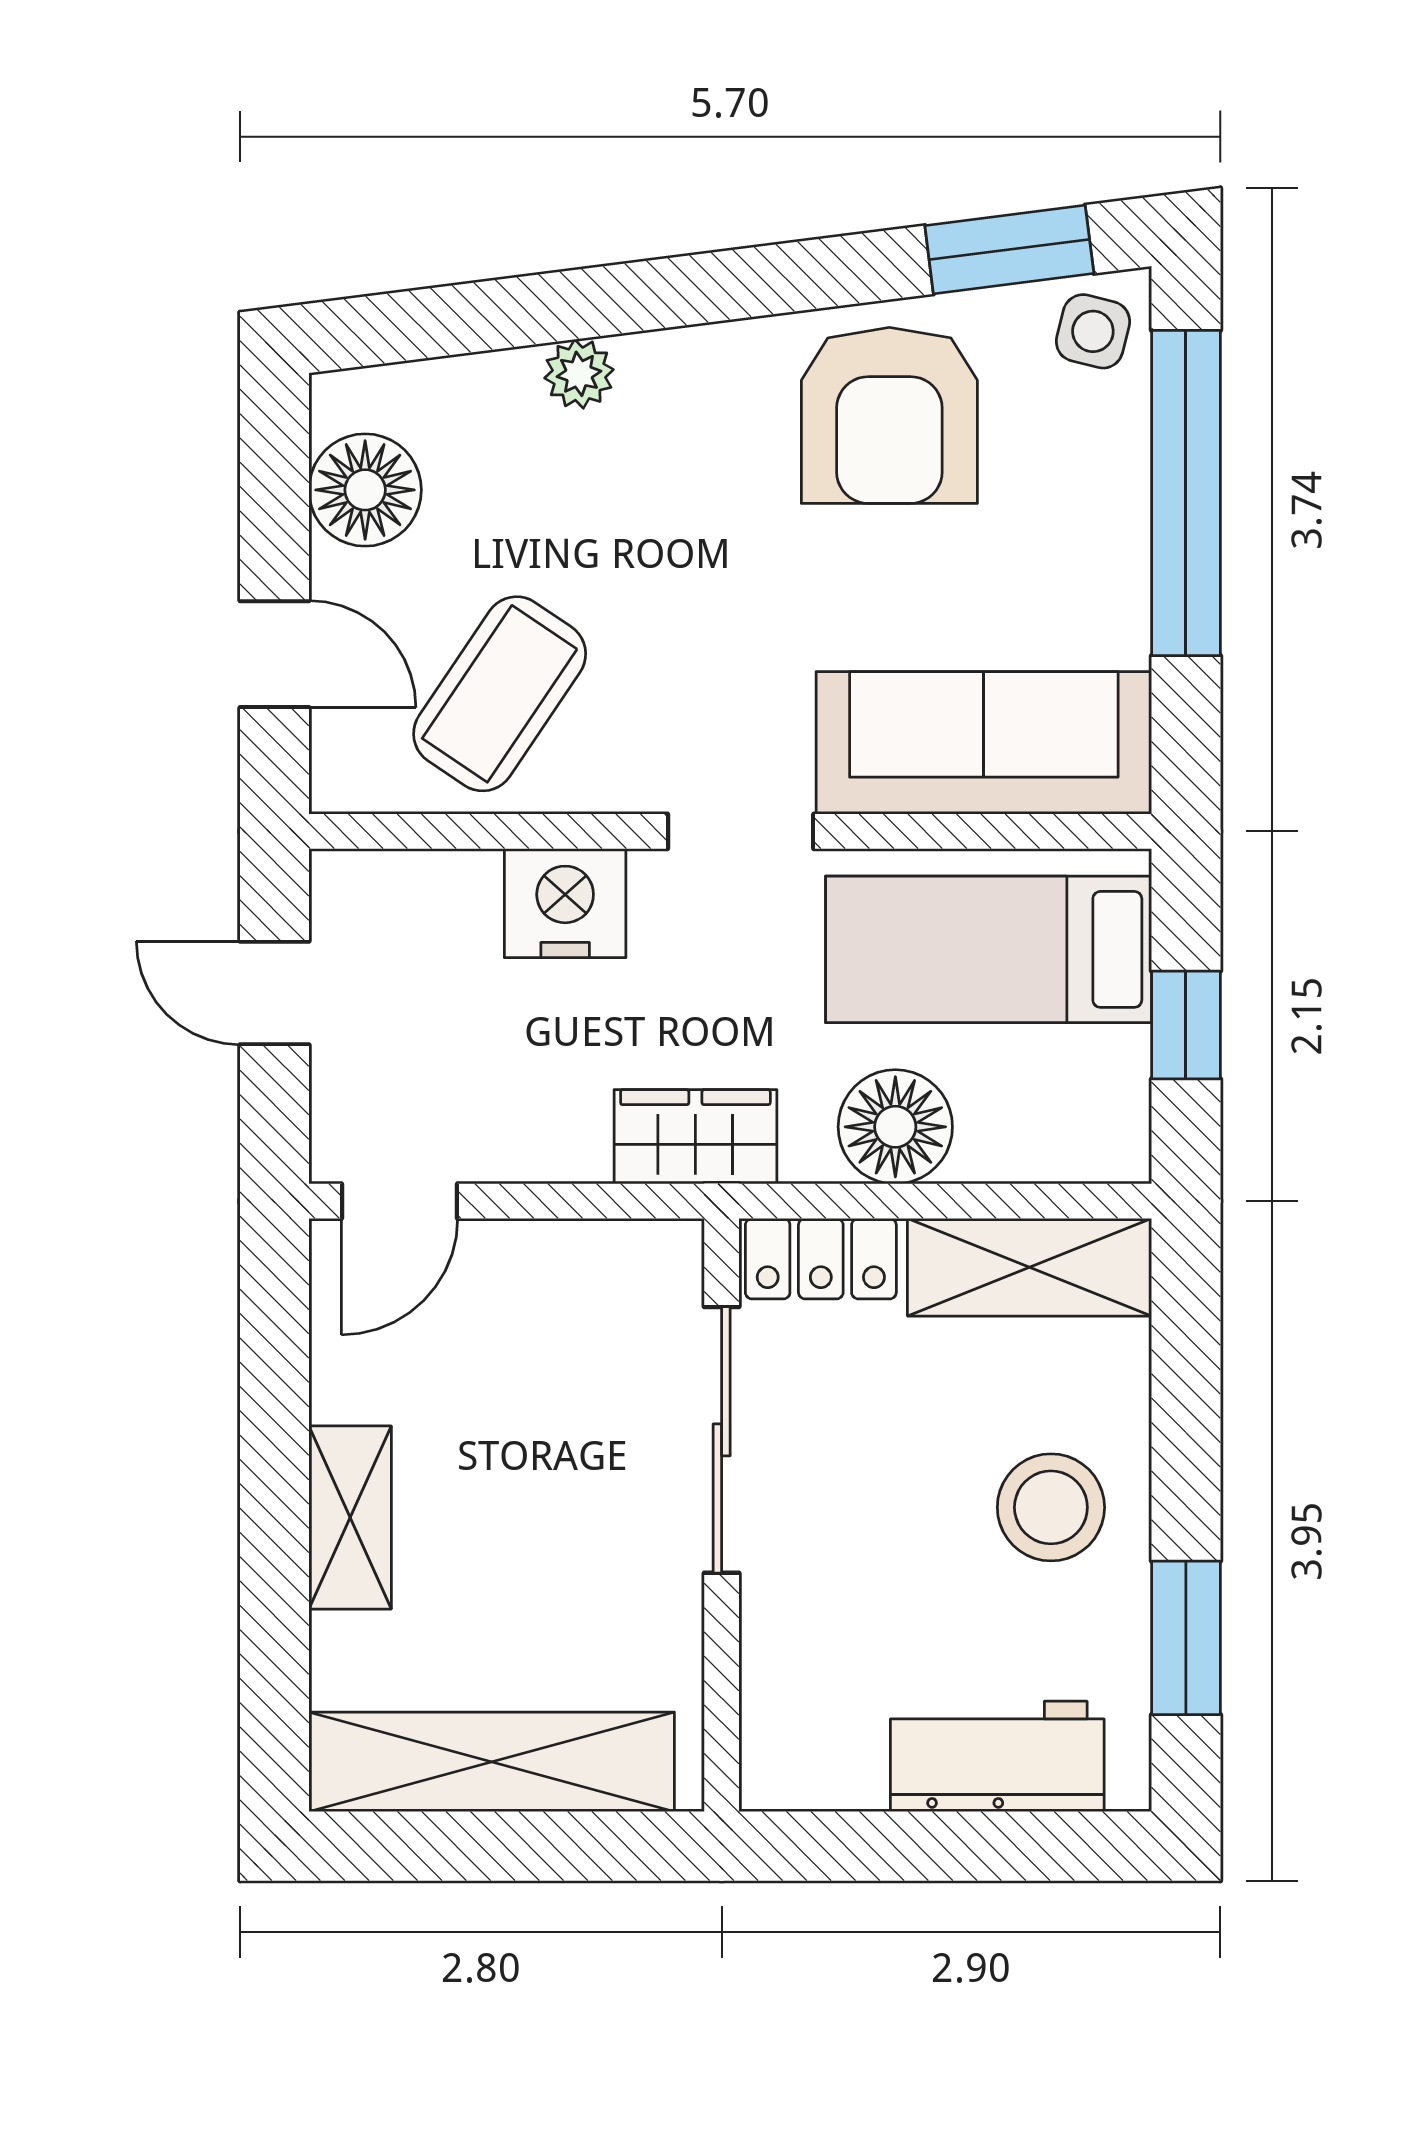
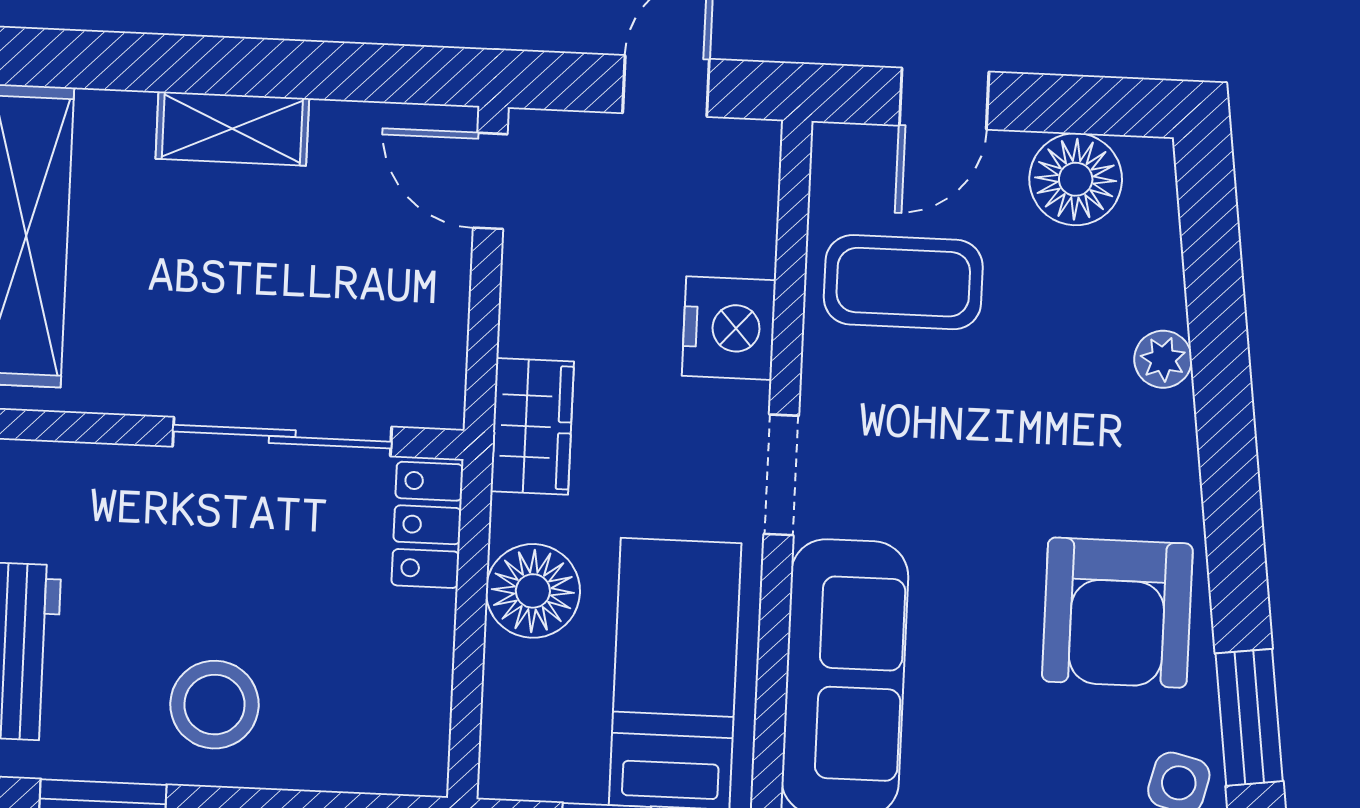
armchair: (889, 415) -> (1117, 613), turned -90
coffee table: (500, 694) -> (903, 282), turned -34
shelving: (1029, 1267) -> (413, 696), removed

